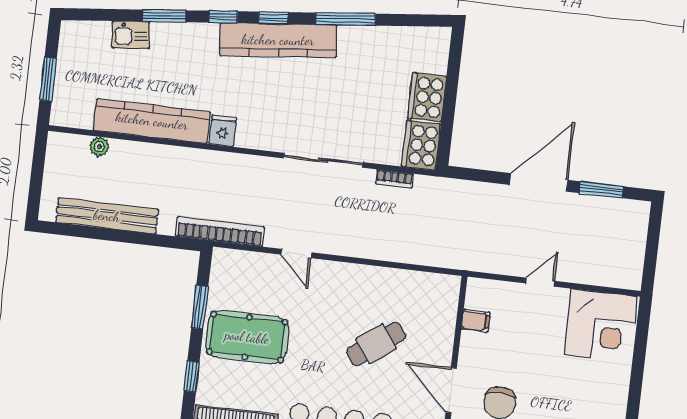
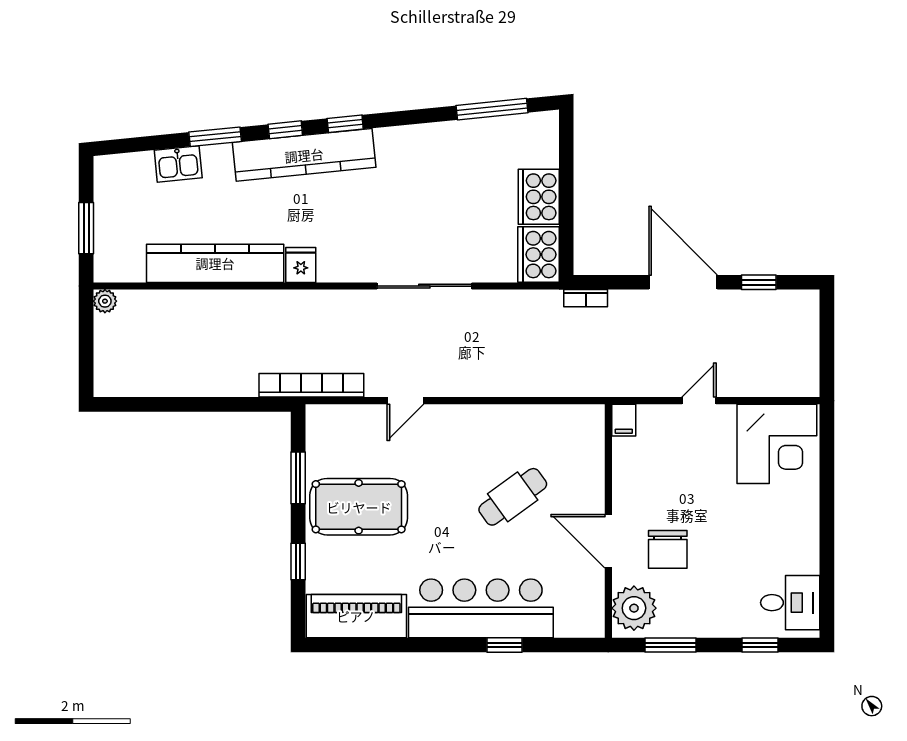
window: (346, 19) -> (492, 109), moved
kitchen counter: (278, 40) -> (304, 155), moved
plant: (99, 147) -> (105, 301), moved
bookcase: (395, 179) -> (586, 298), moved
door: (539, 182) -> (683, 282), hinge flipped
window: (601, 190) -> (759, 282), width x0.67
bench: (107, 216) -> (175, 382), removed
door: (296, 254) -> (405, 401), hinge flipped
filing cabinet: (476, 321) -> (624, 420), moved, turned 90

